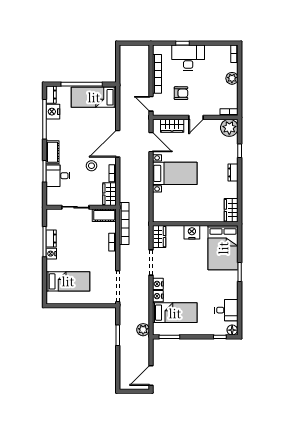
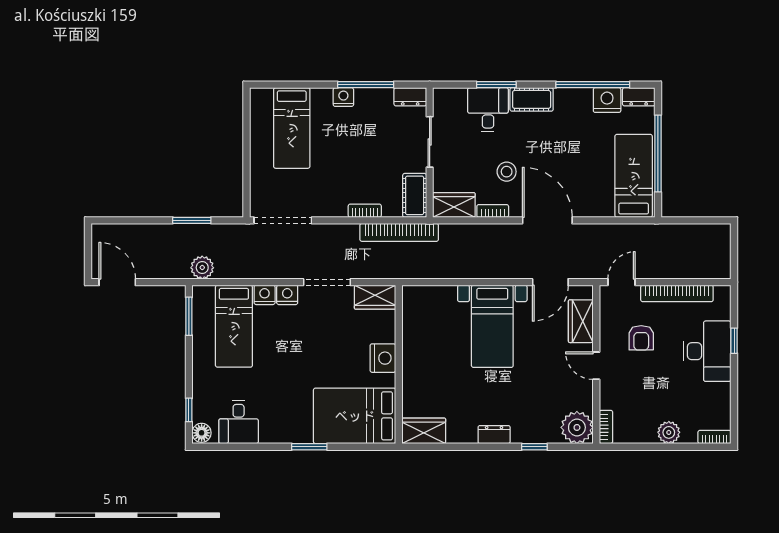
dresser: (51, 239) -> (410, 97), moved

